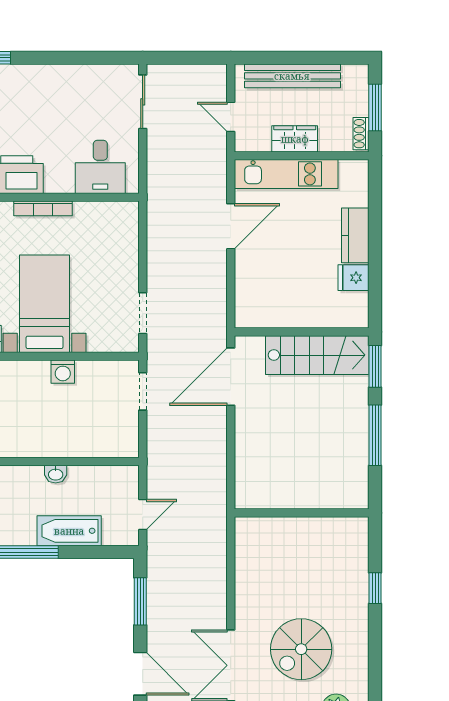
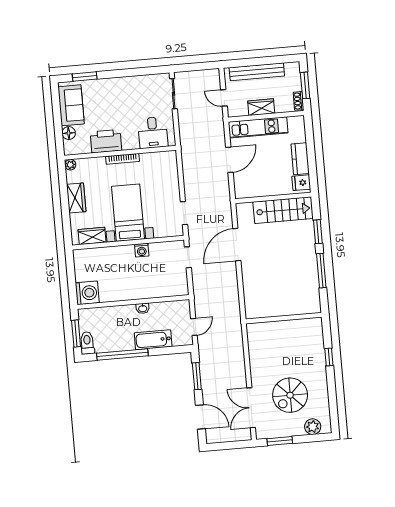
wall: (302, 332) -> (273, 198), moved
stairs: (317, 355) -> (283, 210), moved

